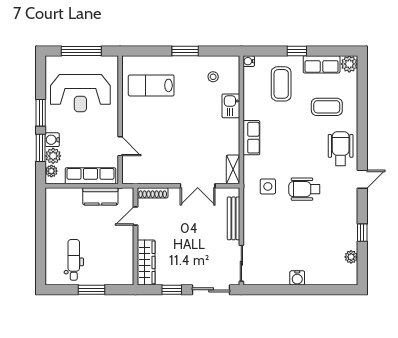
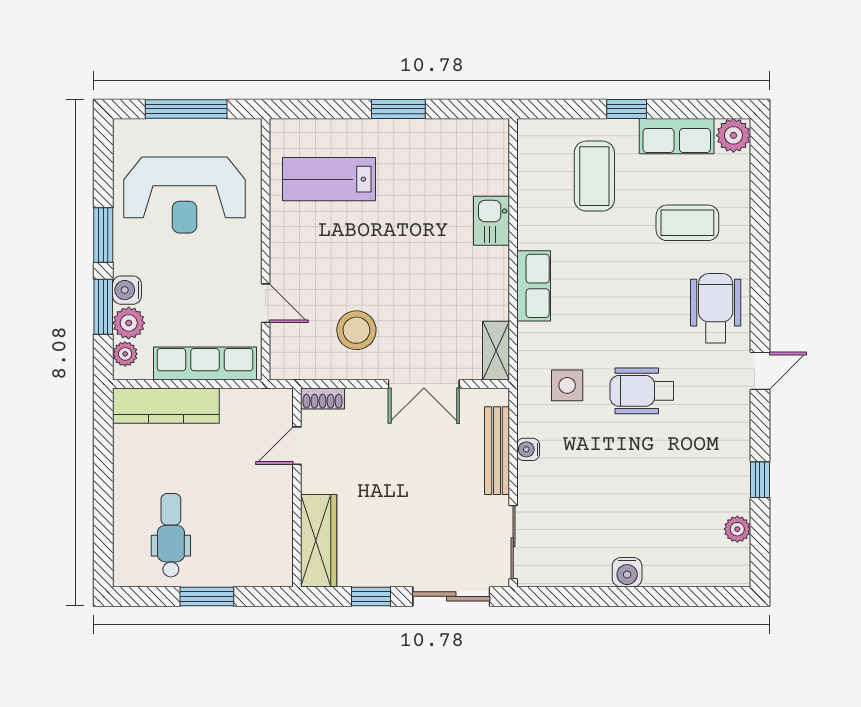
water cooler: (249, 61) -> (528, 449), moved
stool: (213, 77) -> (356, 330), moved, width x1.89, depth x1.89
shoe rack: (153, 193) -> (323, 398), width x0.70
kitchen counter: (100, 196) -> (166, 406), moved, width x1.50

